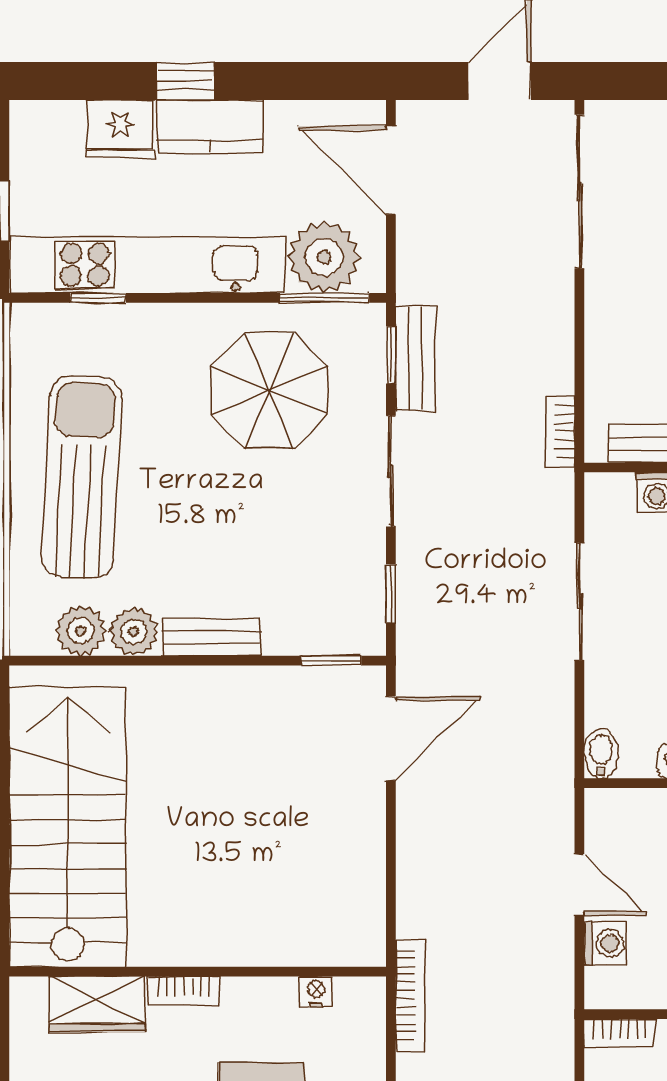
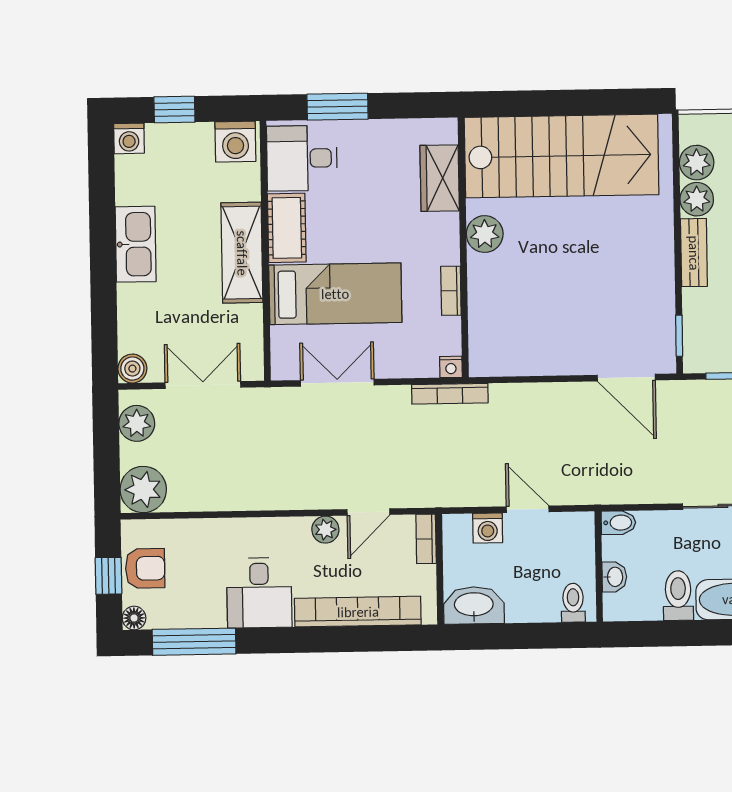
door: (579, 885) -> (528, 509), swing flipped
plant: (179, 940) -> (485, 234), added
bookcase: (184, 991) -> (451, 291), moved
nightstand: (316, 992) -> (451, 367), moved, turned 90

